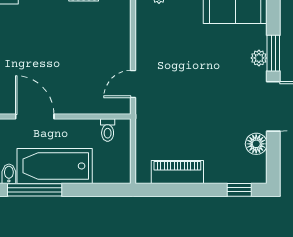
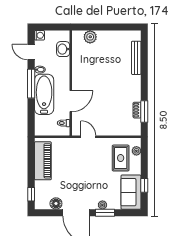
rug: (172, 24) -> (121, 158), added
door: (35, 117) -> (71, 101), moved
piano: (177, 172) -> (43, 161), width x1.37, depth x1.33

